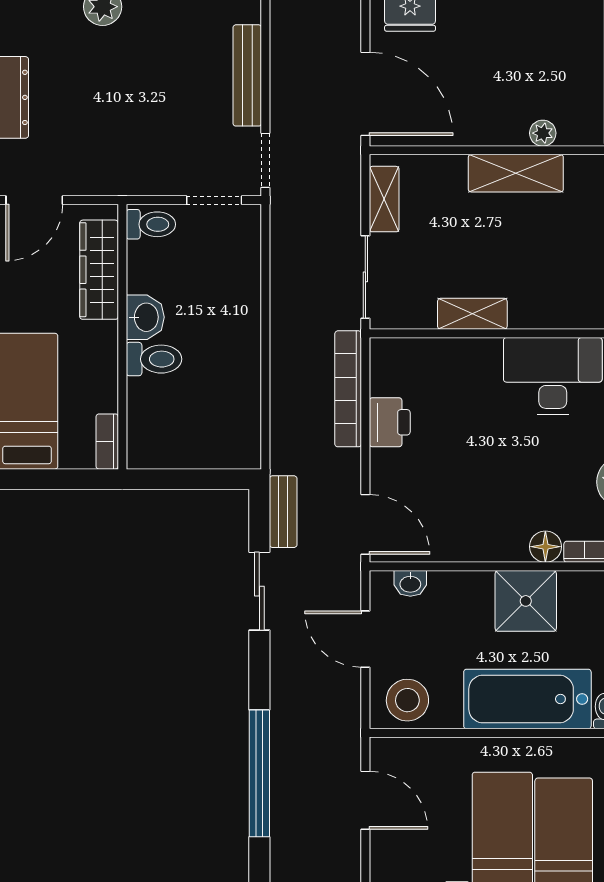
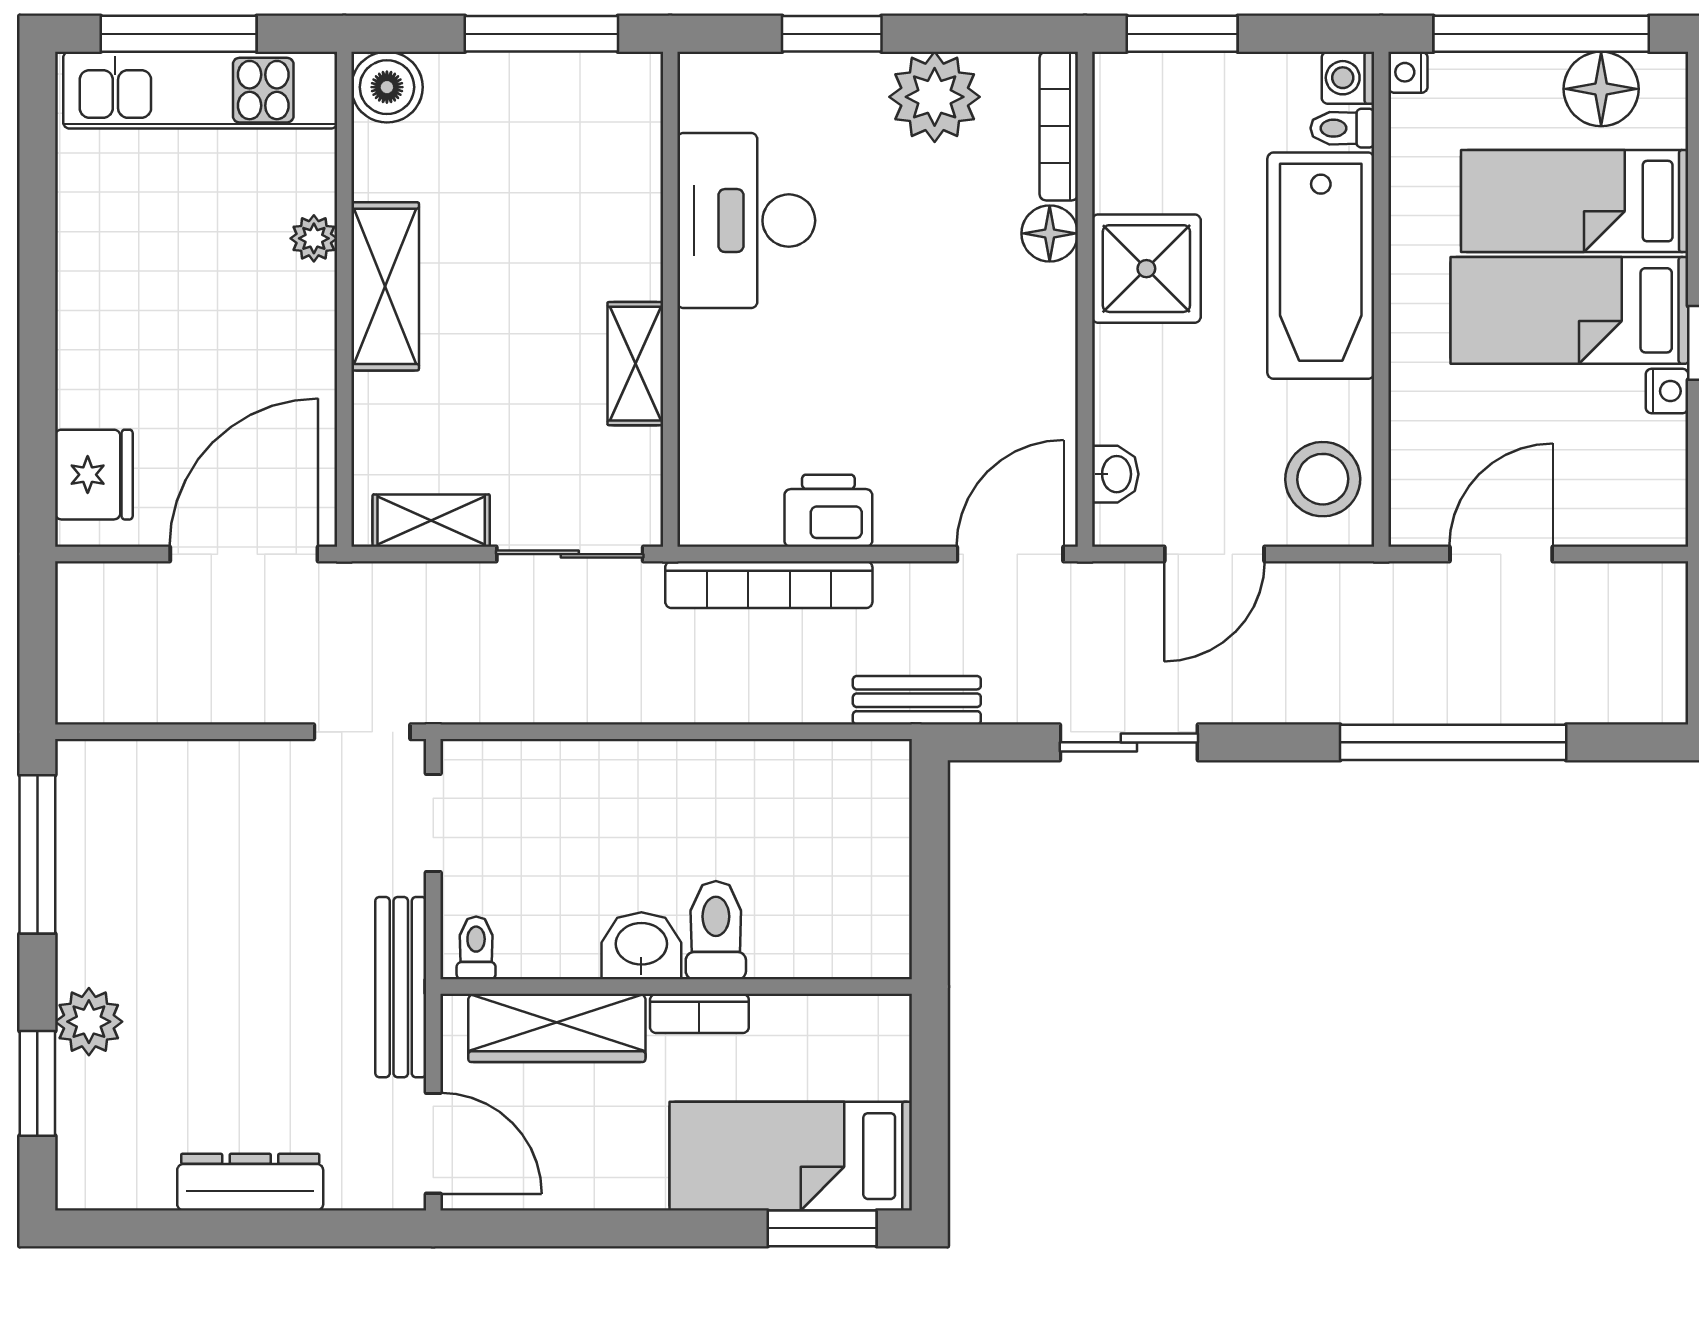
bench: (247, 75) -> (401, 987), moved, turned 90
toilet: (151, 224) -> (476, 948), width x0.73, depth x0.72
bookcase: (107, 442) -> (699, 1013), moved
bench: (283, 512) -> (917, 700), moved

